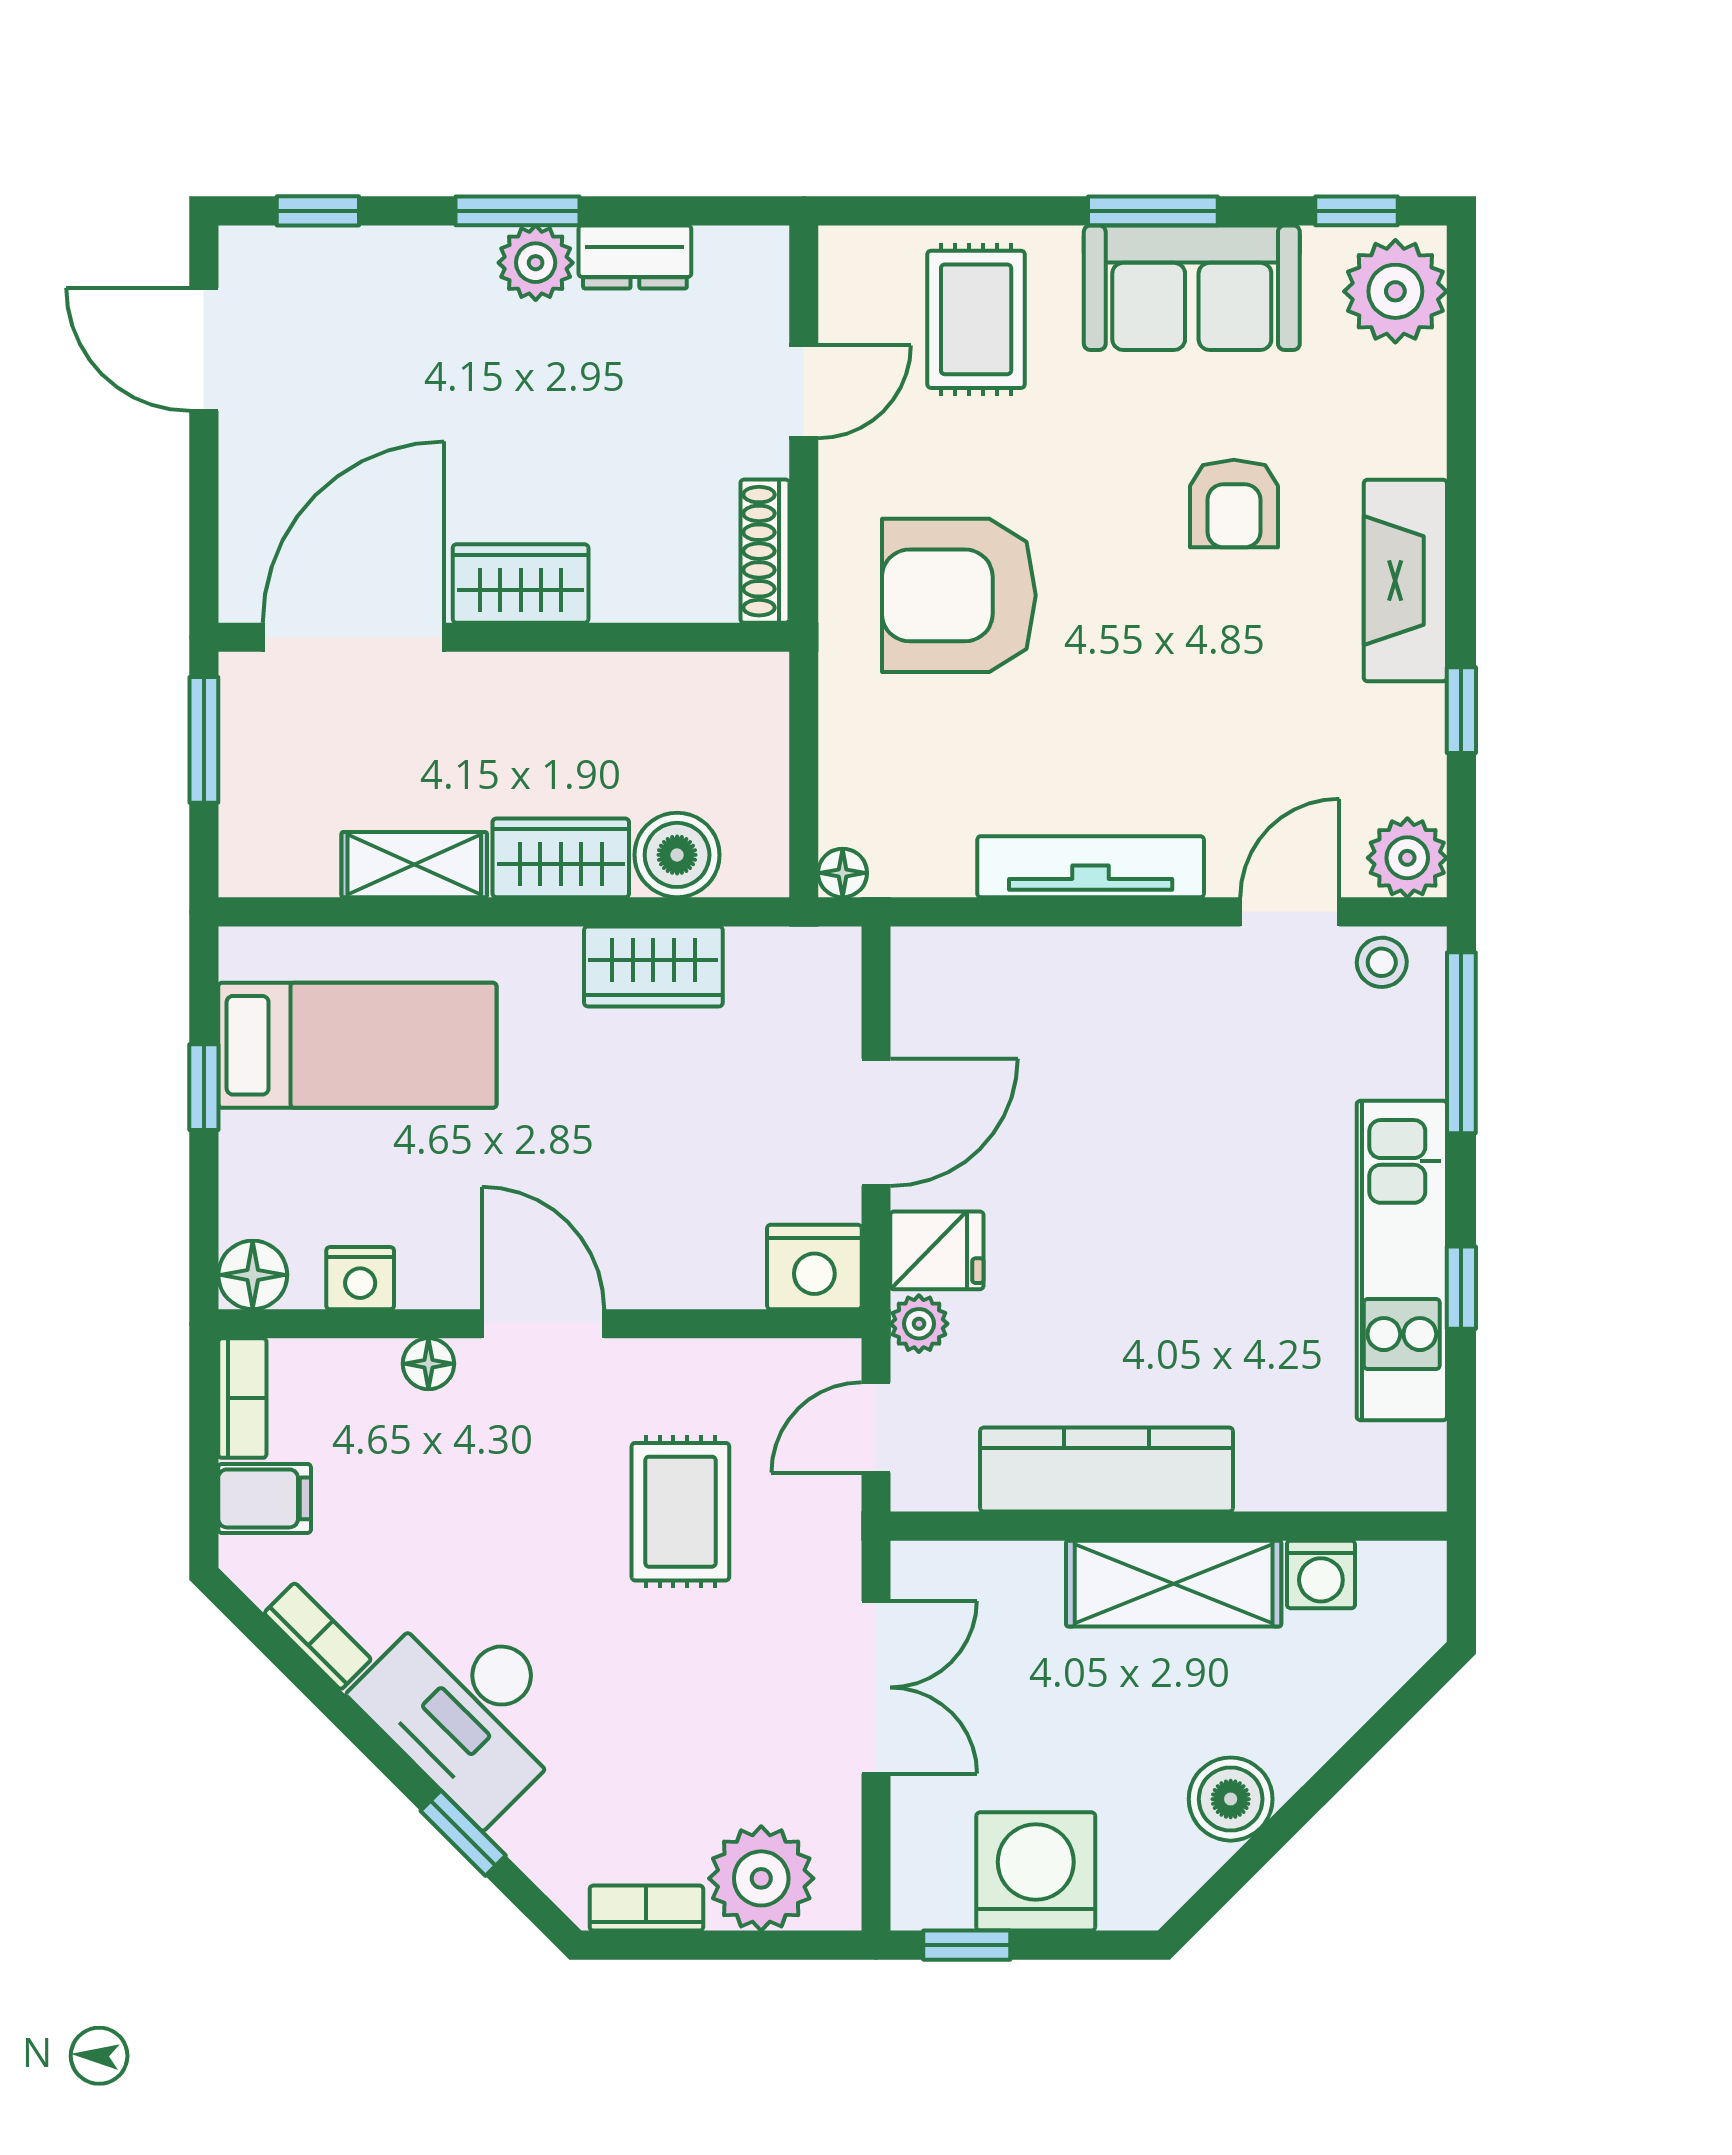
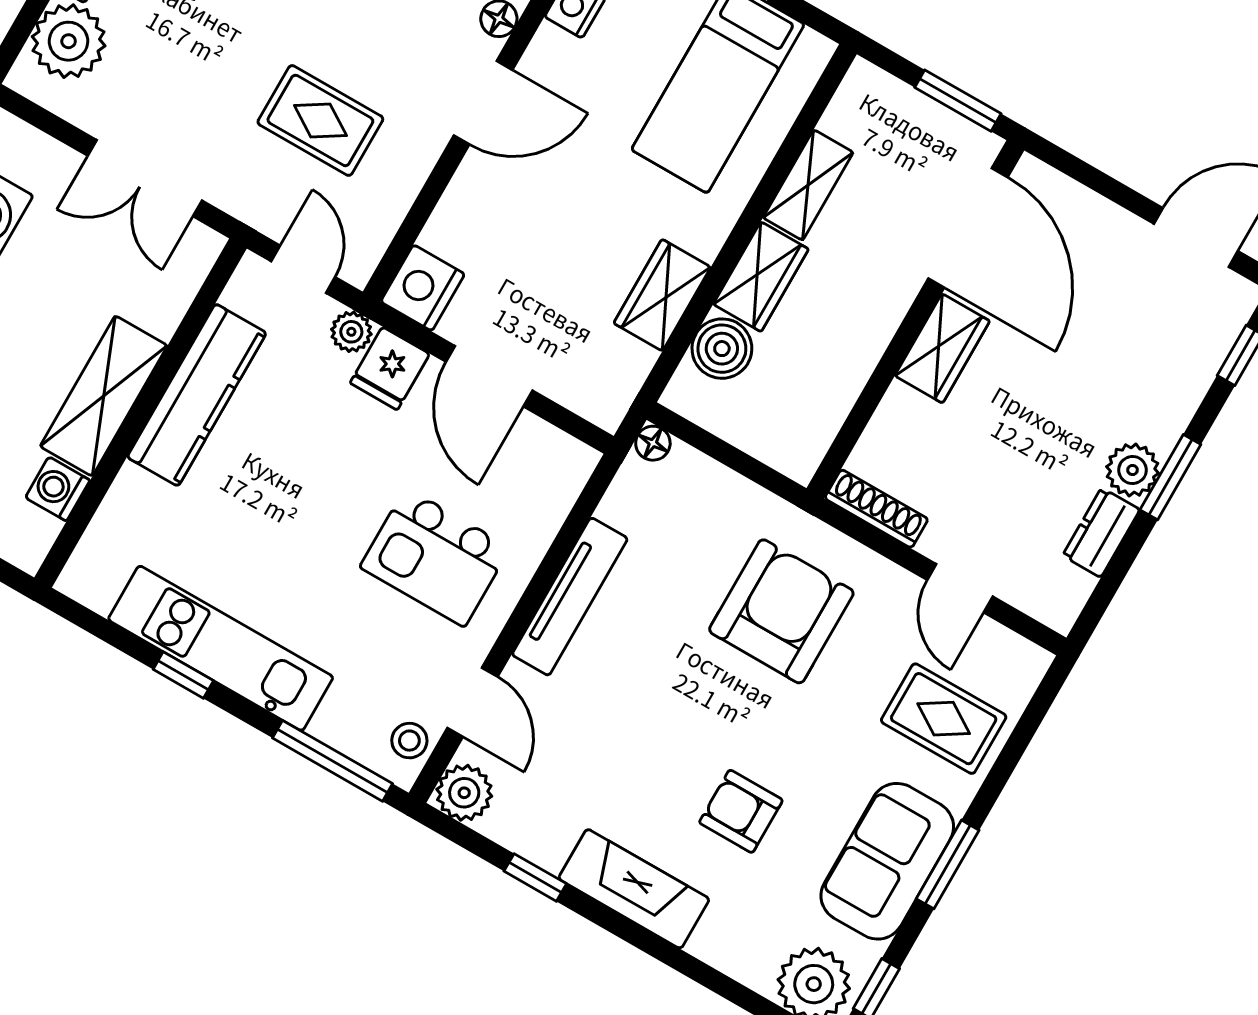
kitchen island: (1138, 1061) -> (435, 557), added

